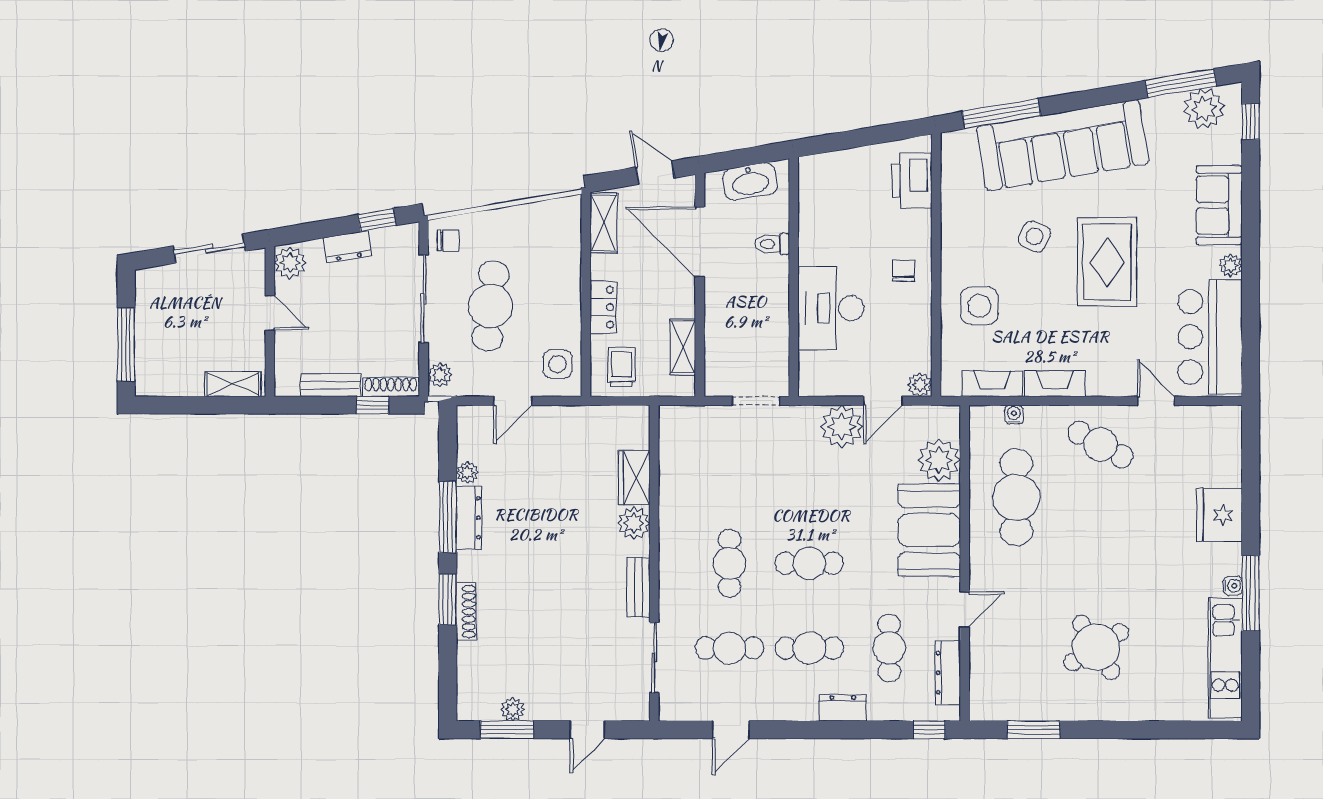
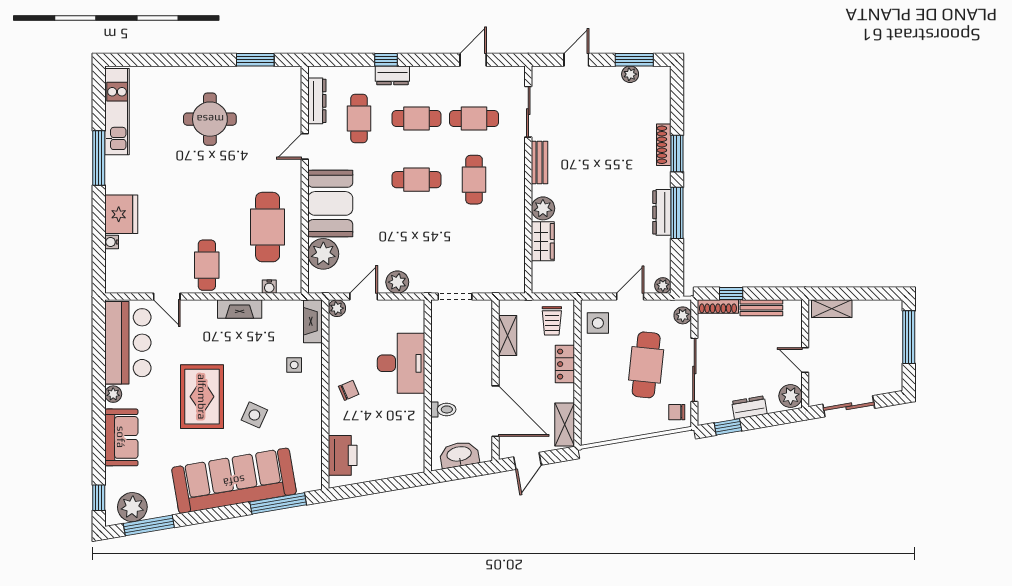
door: (655, 173) -> (527, 461), hinge flipped
chair: (904, 271) -> (349, 390), turned -113
side table: (979, 306) -> (294, 365), width x0.54, depth x0.54
fireplace: (992, 384) -> (313, 321), moved, turned 90
plant: (842, 427) -> (397, 282), width x0.73, depth x0.73
cafe table: (1100, 444) -> (207, 265), turned 61
plant: (467, 472) -> (663, 285), moved
water cooler: (1233, 586) -> (112, 242), moved
round table: (1096, 647) -> (210, 119), turned 32
window: (929, 730) -> (386, 60), moved

